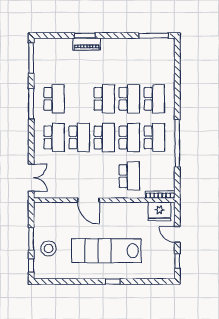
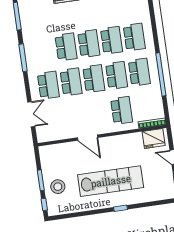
school desk: (54, 99) -> (66, 47), moved
double door: (31, 178) -> (31, 114), moved
lab bench: (106, 251) -> (111, 181), turned 180

